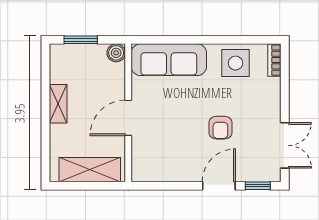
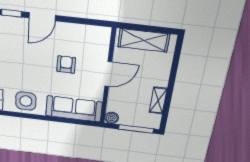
window: (81, 40) -> (136, 129), width x1.44
shelving: (58, 104) -> (158, 101), moved
armchair: (220, 128) -> (66, 65), moved

